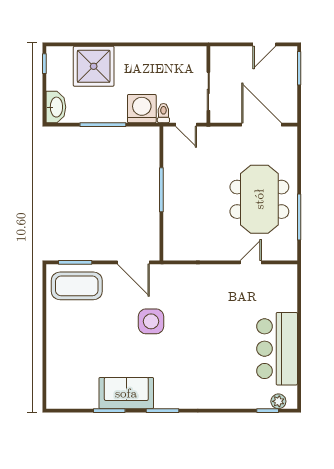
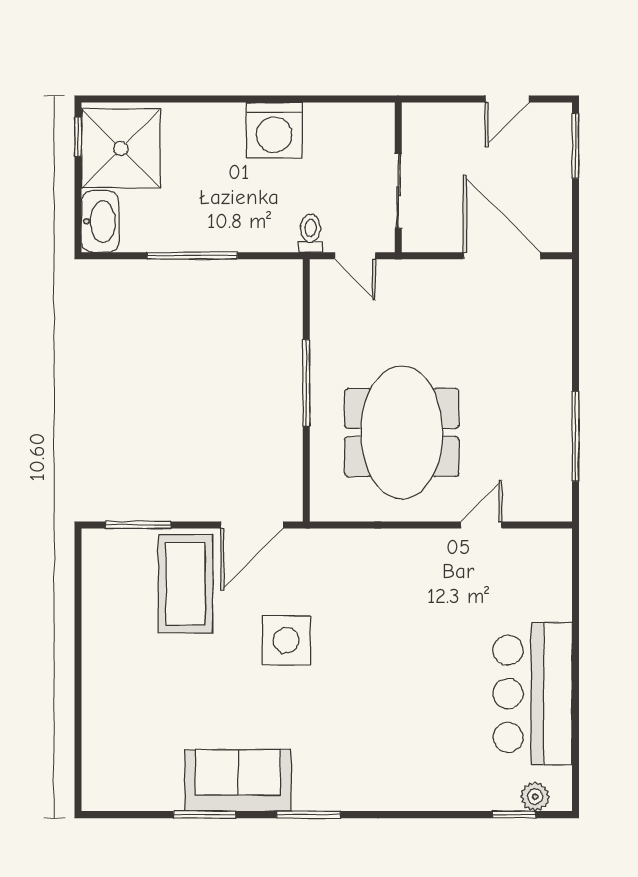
shower: (94, 66) -> (121, 148), moved
washing machine: (142, 109) -> (274, 130), moved, turned 180
meeting table: (259, 199) -> (402, 432), moved
door: (133, 262) -> (252, 525), hinge flipped
coffee table: (77, 286) -> (185, 584), moved, turned 90

